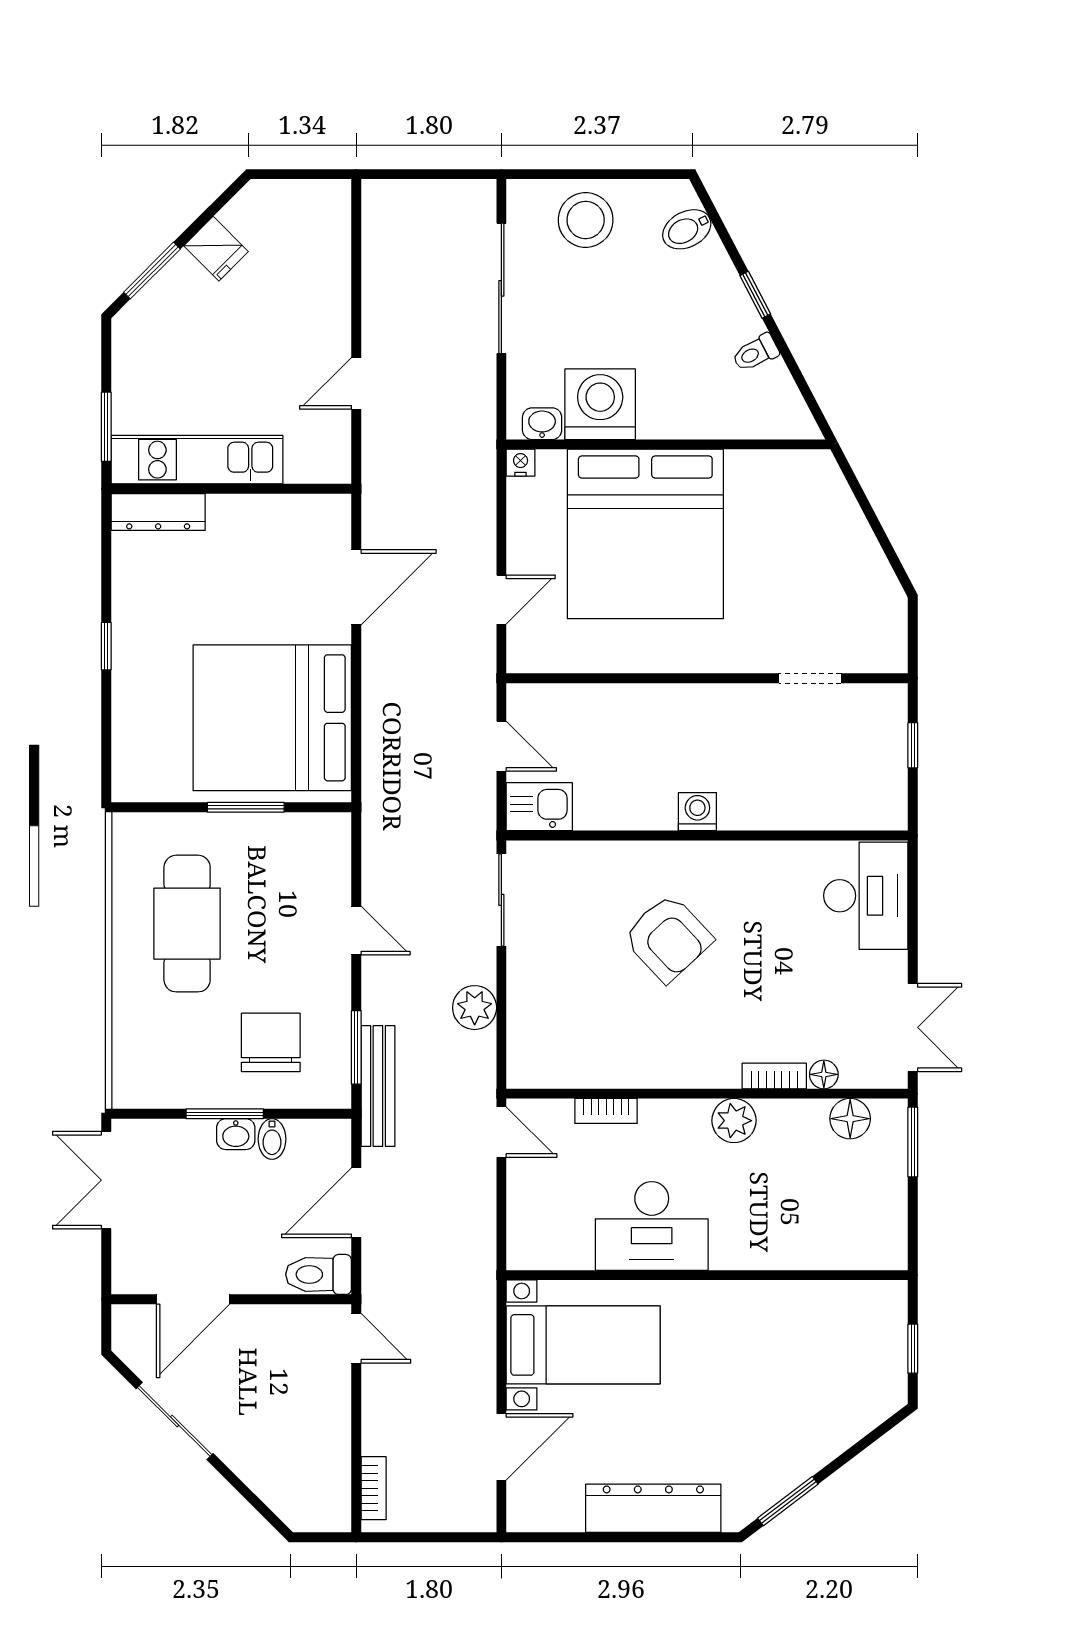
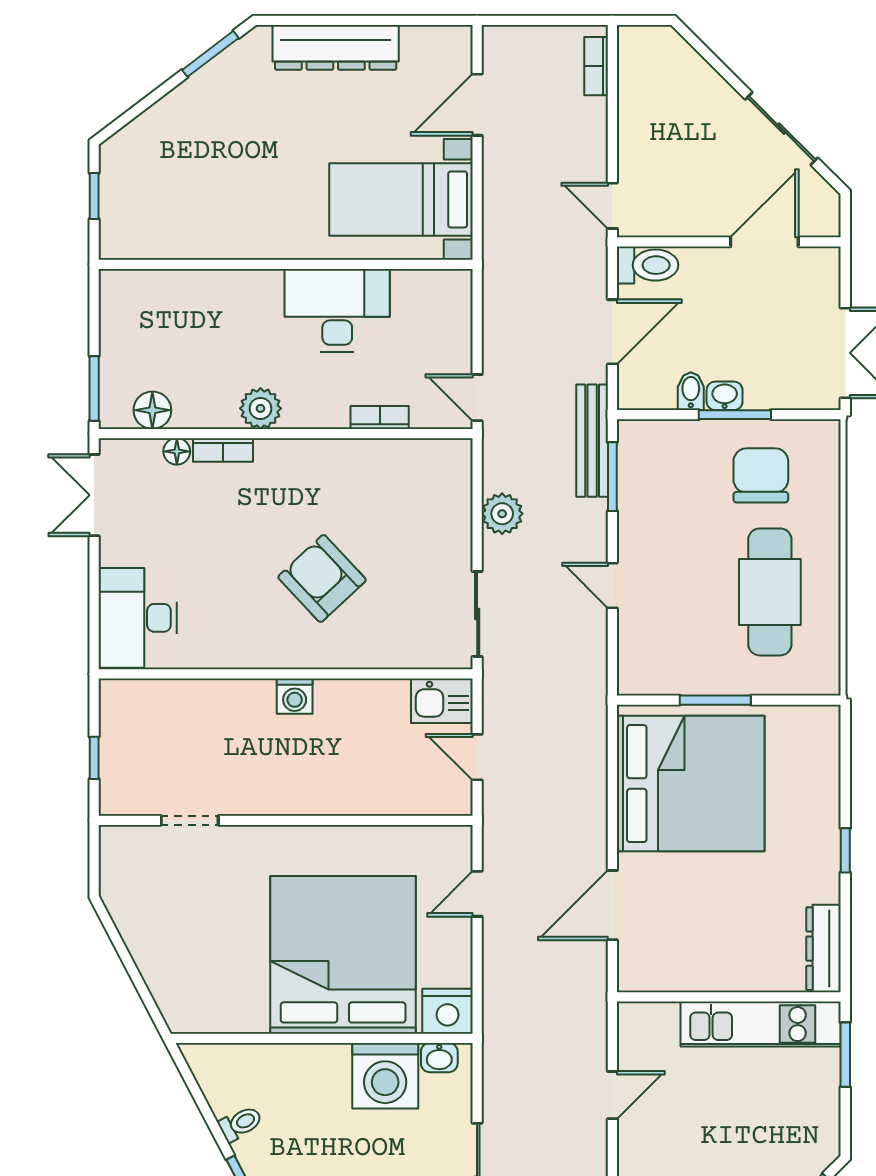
nightstand: (521, 463) -> (448, 1011), width x1.89, depth x1.79
dresser: (158, 512) -> (824, 949), moved, turned -90
chair: (271, 1042) -> (761, 475), moved, turned 180

